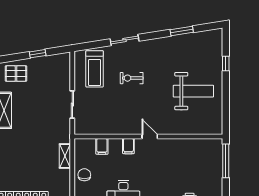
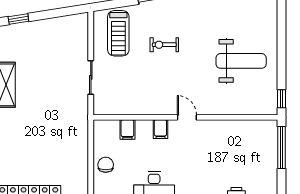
window: (38, 54) -> (18, 19), moved
window: (226, 63) -> (281, 99), moved
pallet: (16, 74) -> (21, 39), removed
shelving: (65, 156) -> (82, 141), removed

